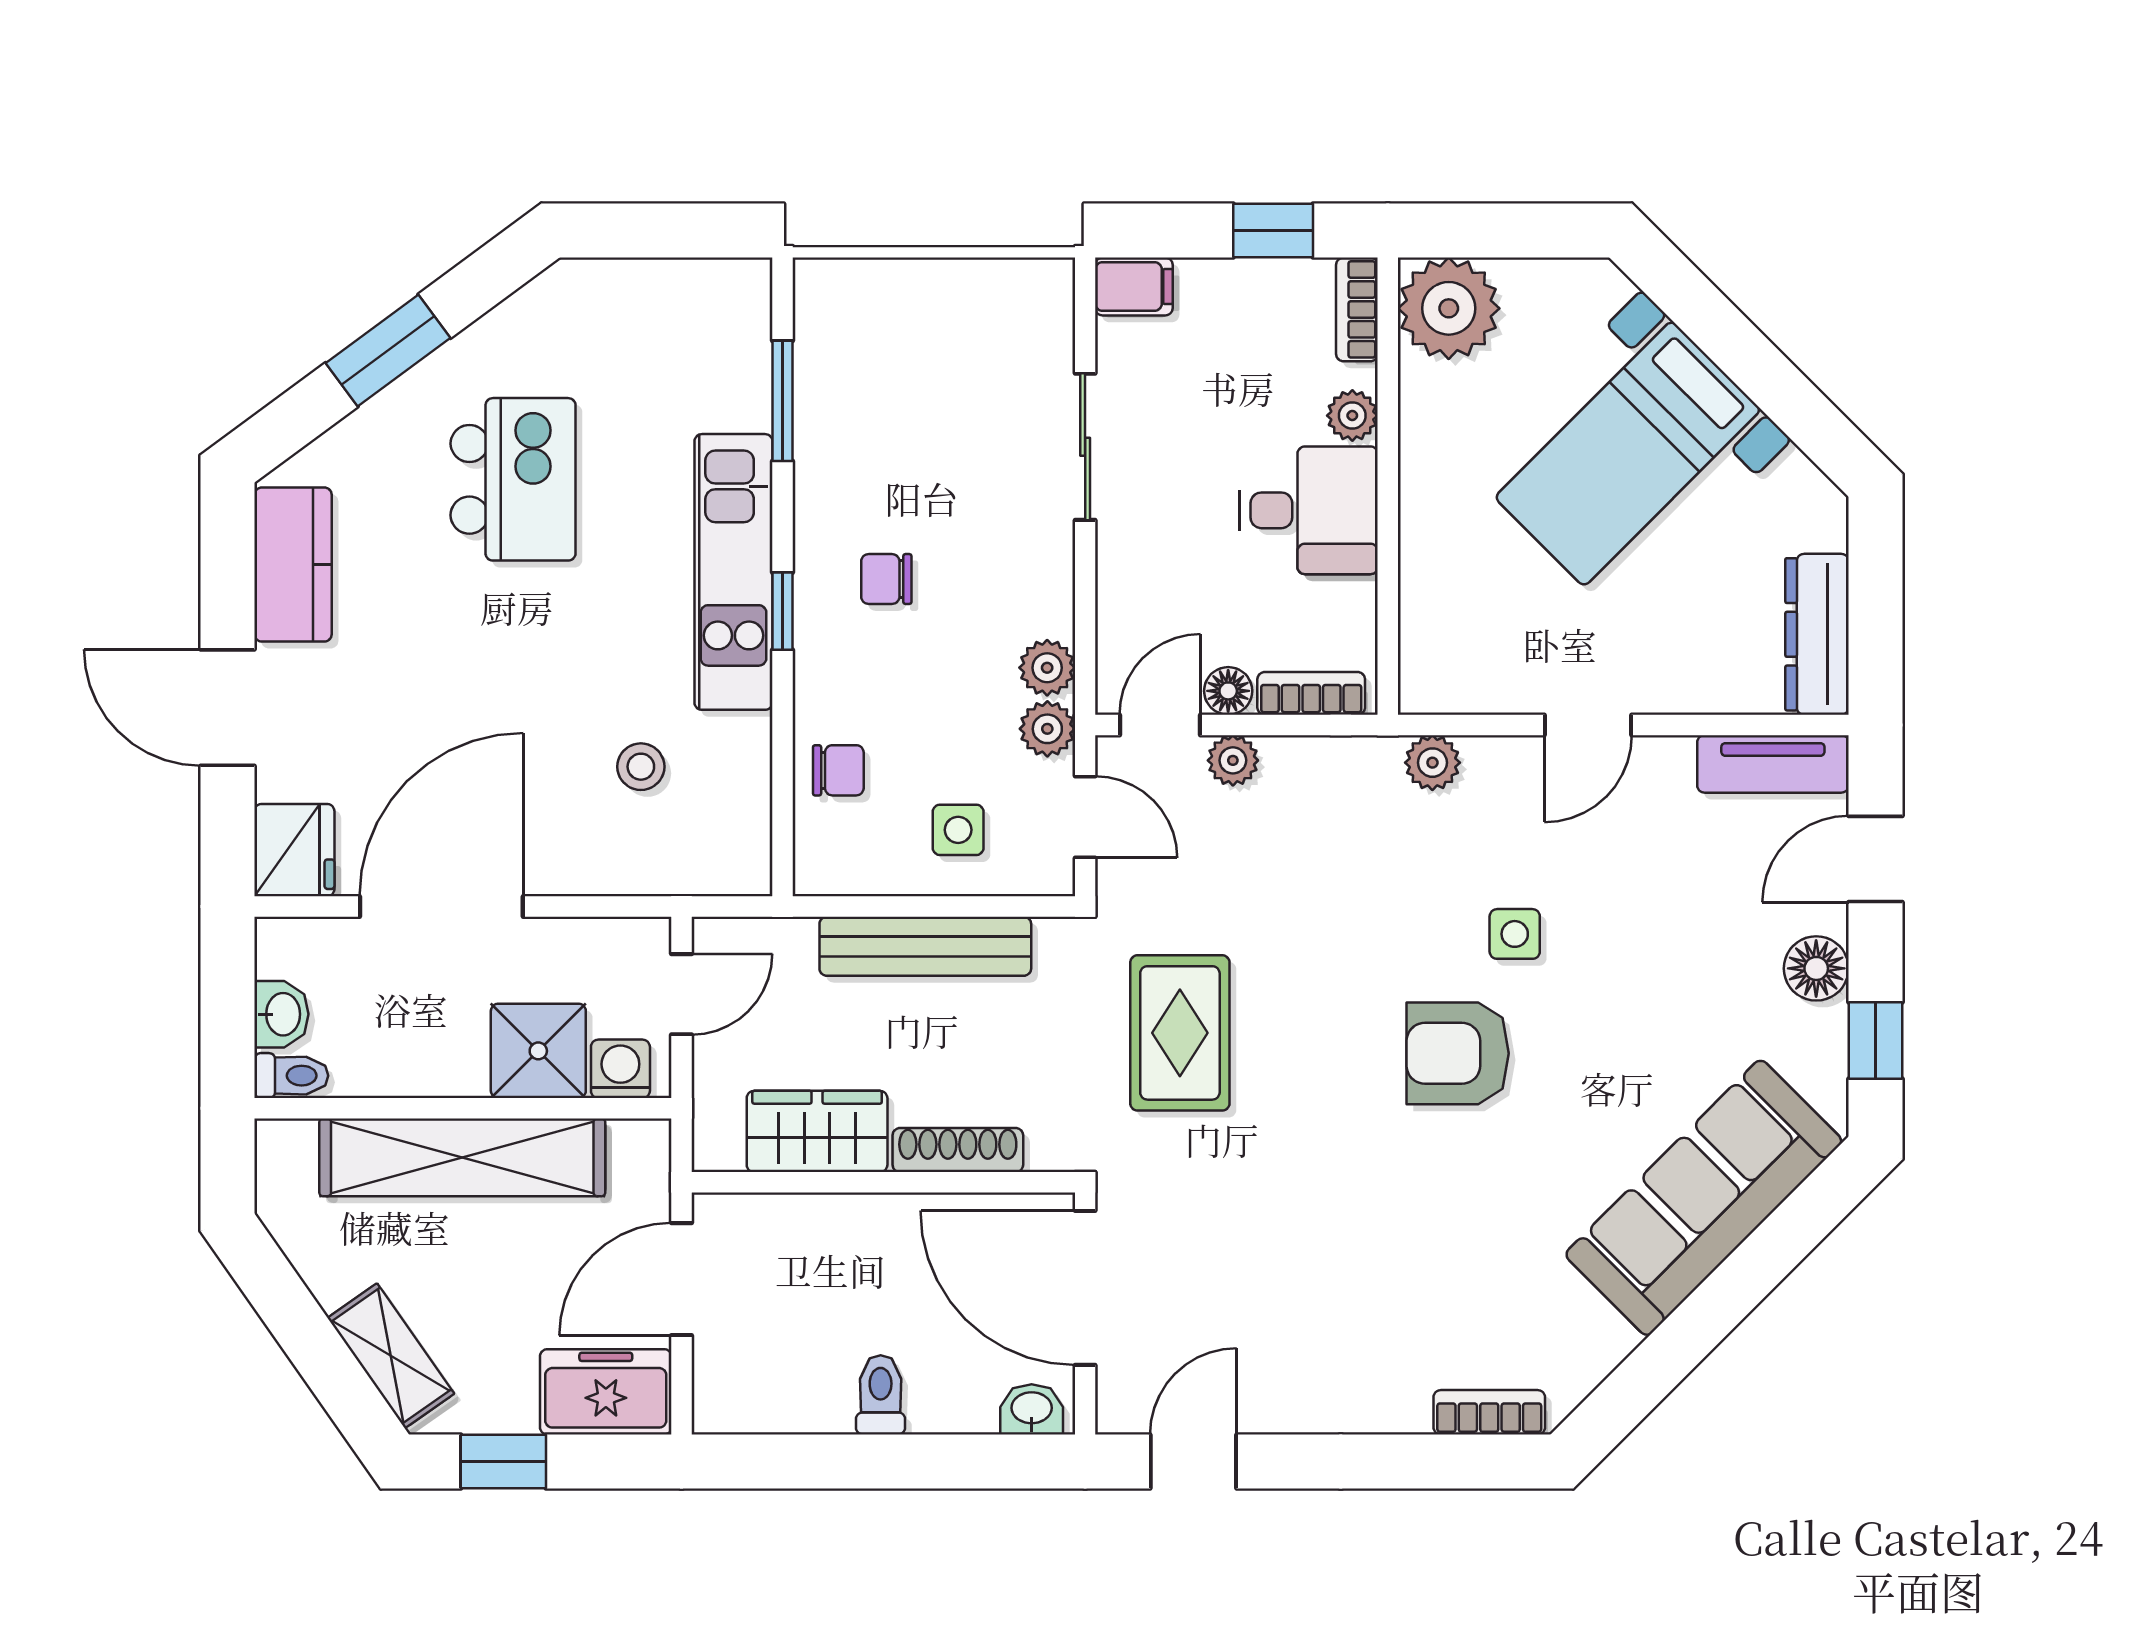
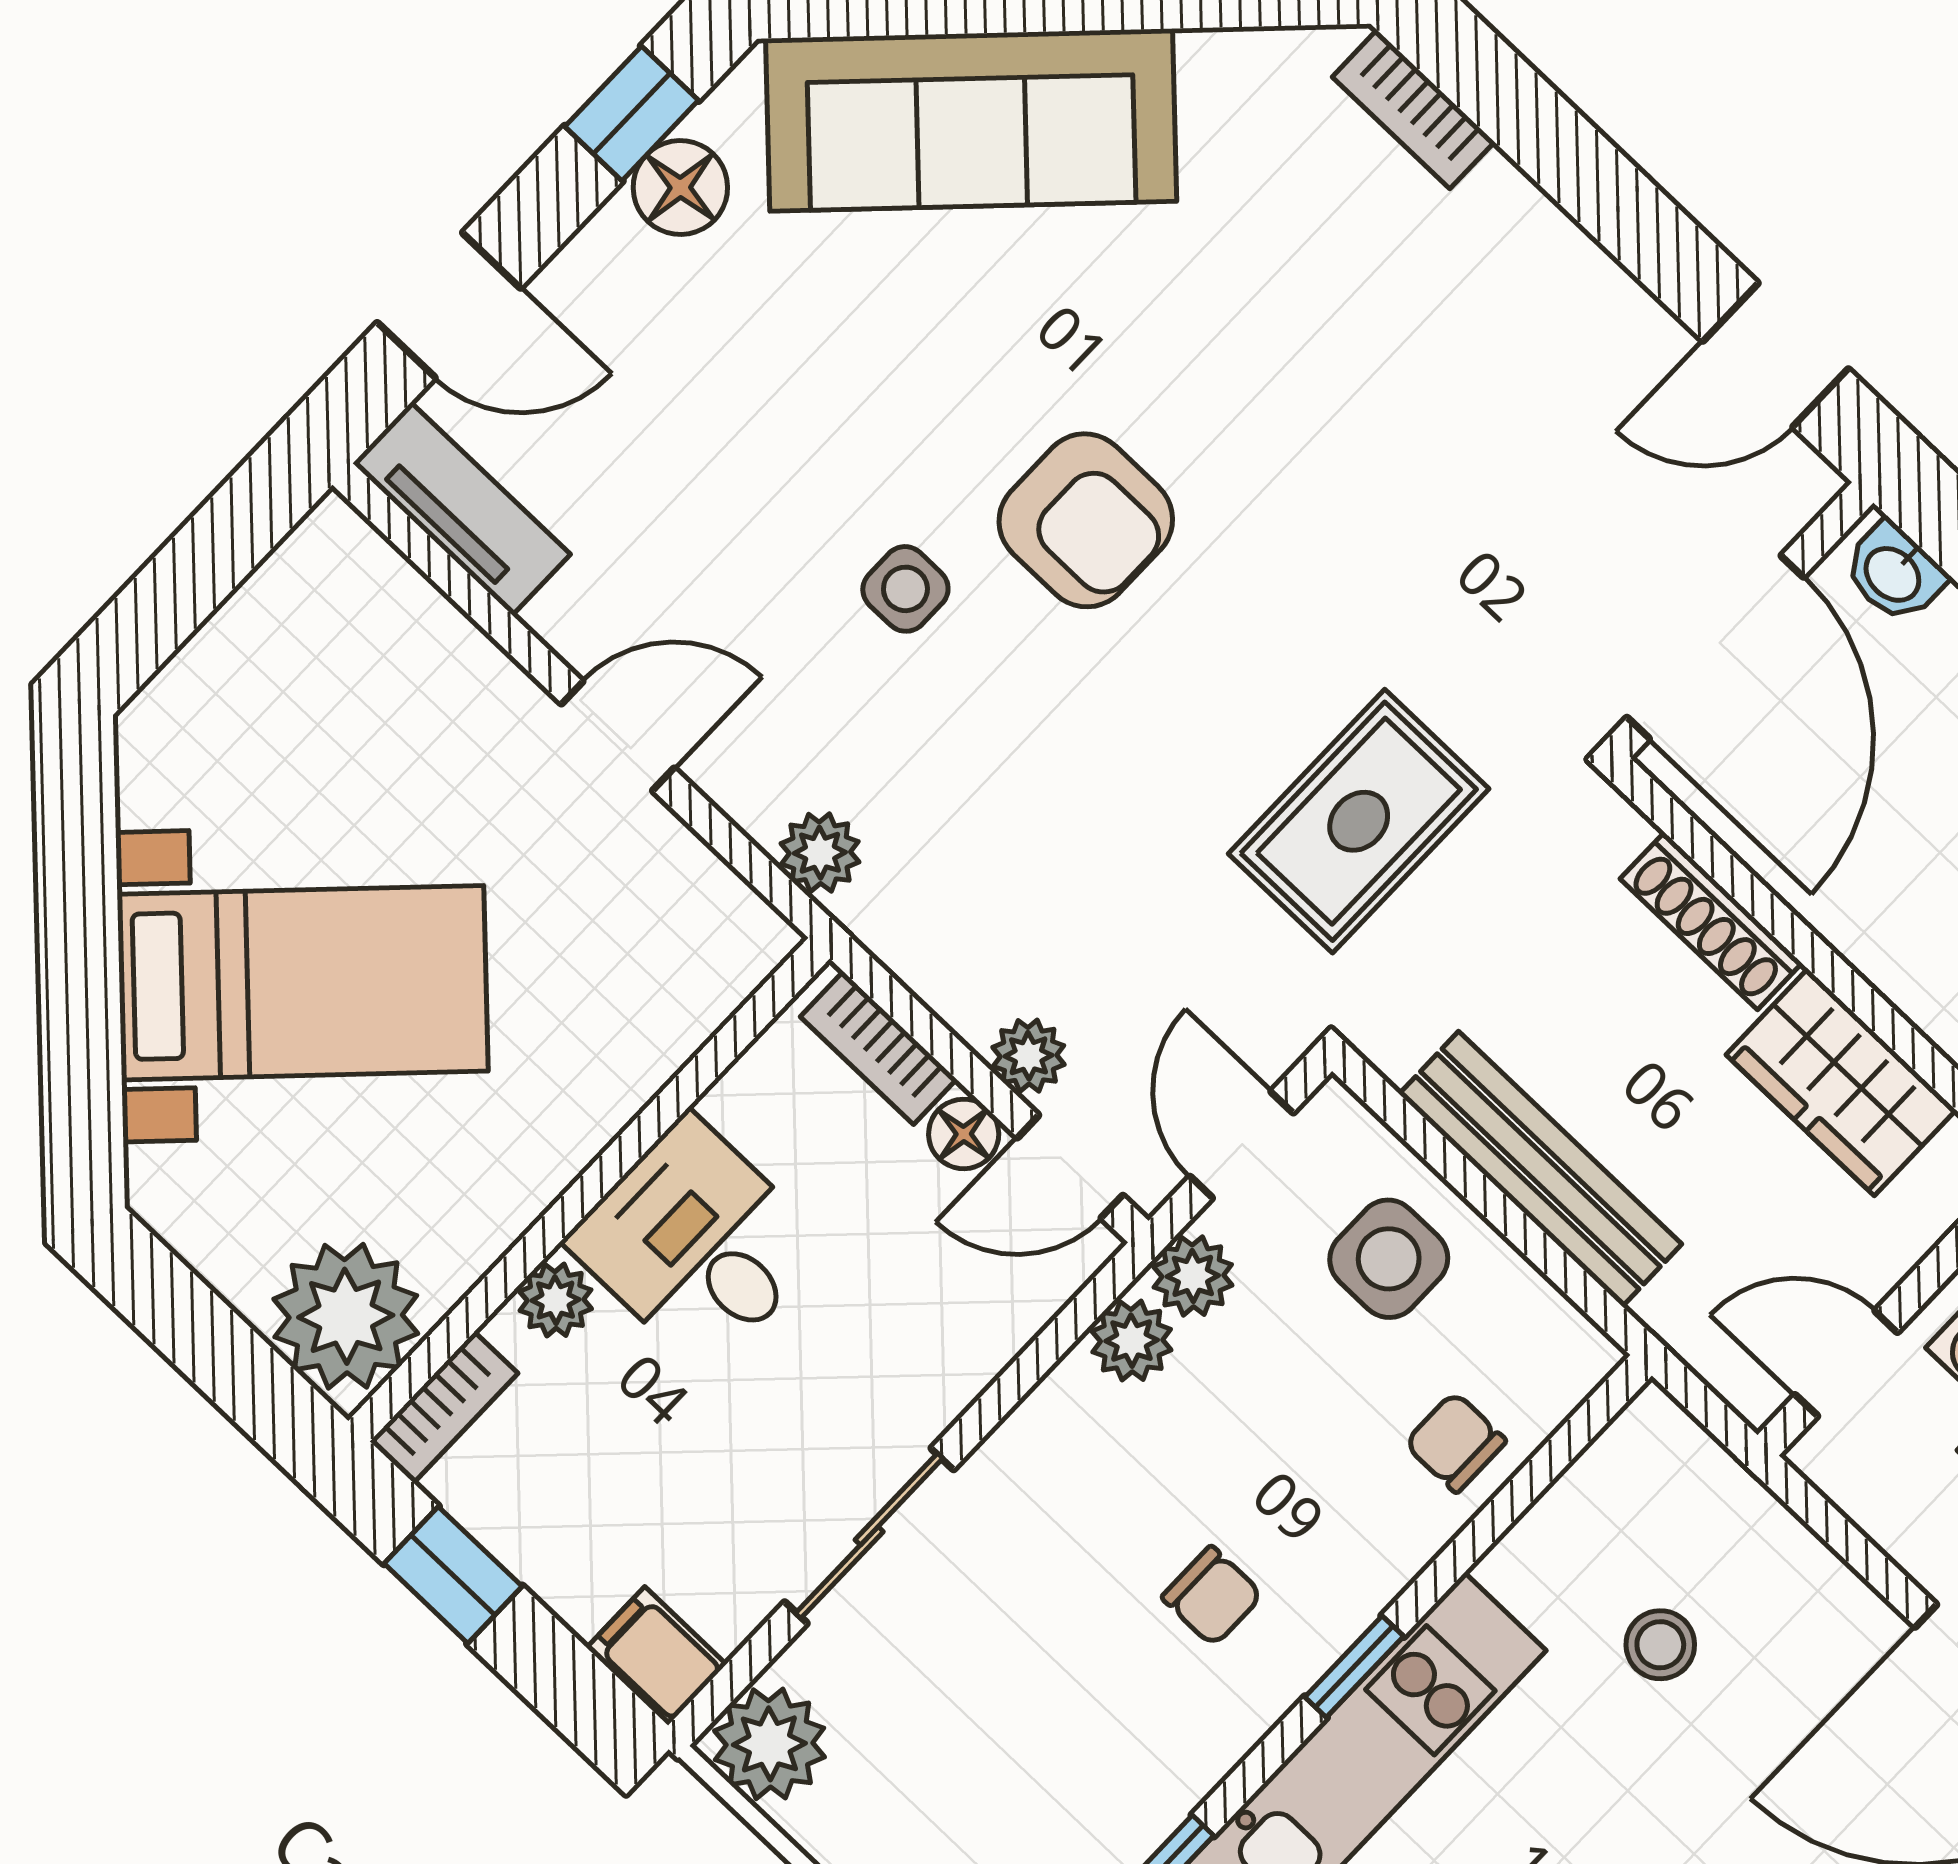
plant: (1036, 296) -> (769, 1744), added
dresser: (1817, 634) -> (285, 601), removed
side table: (958, 830) -> (1389, 1259), width x1.37, depth x1.37
floor lamp: (1816, 968) -> (680, 188), moved

